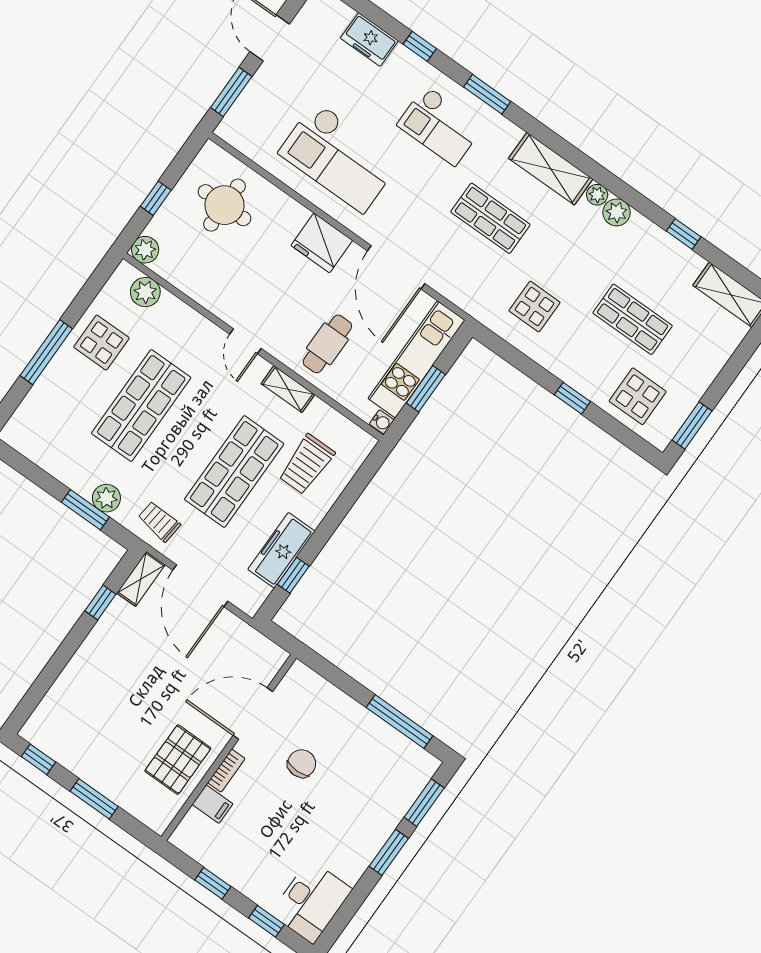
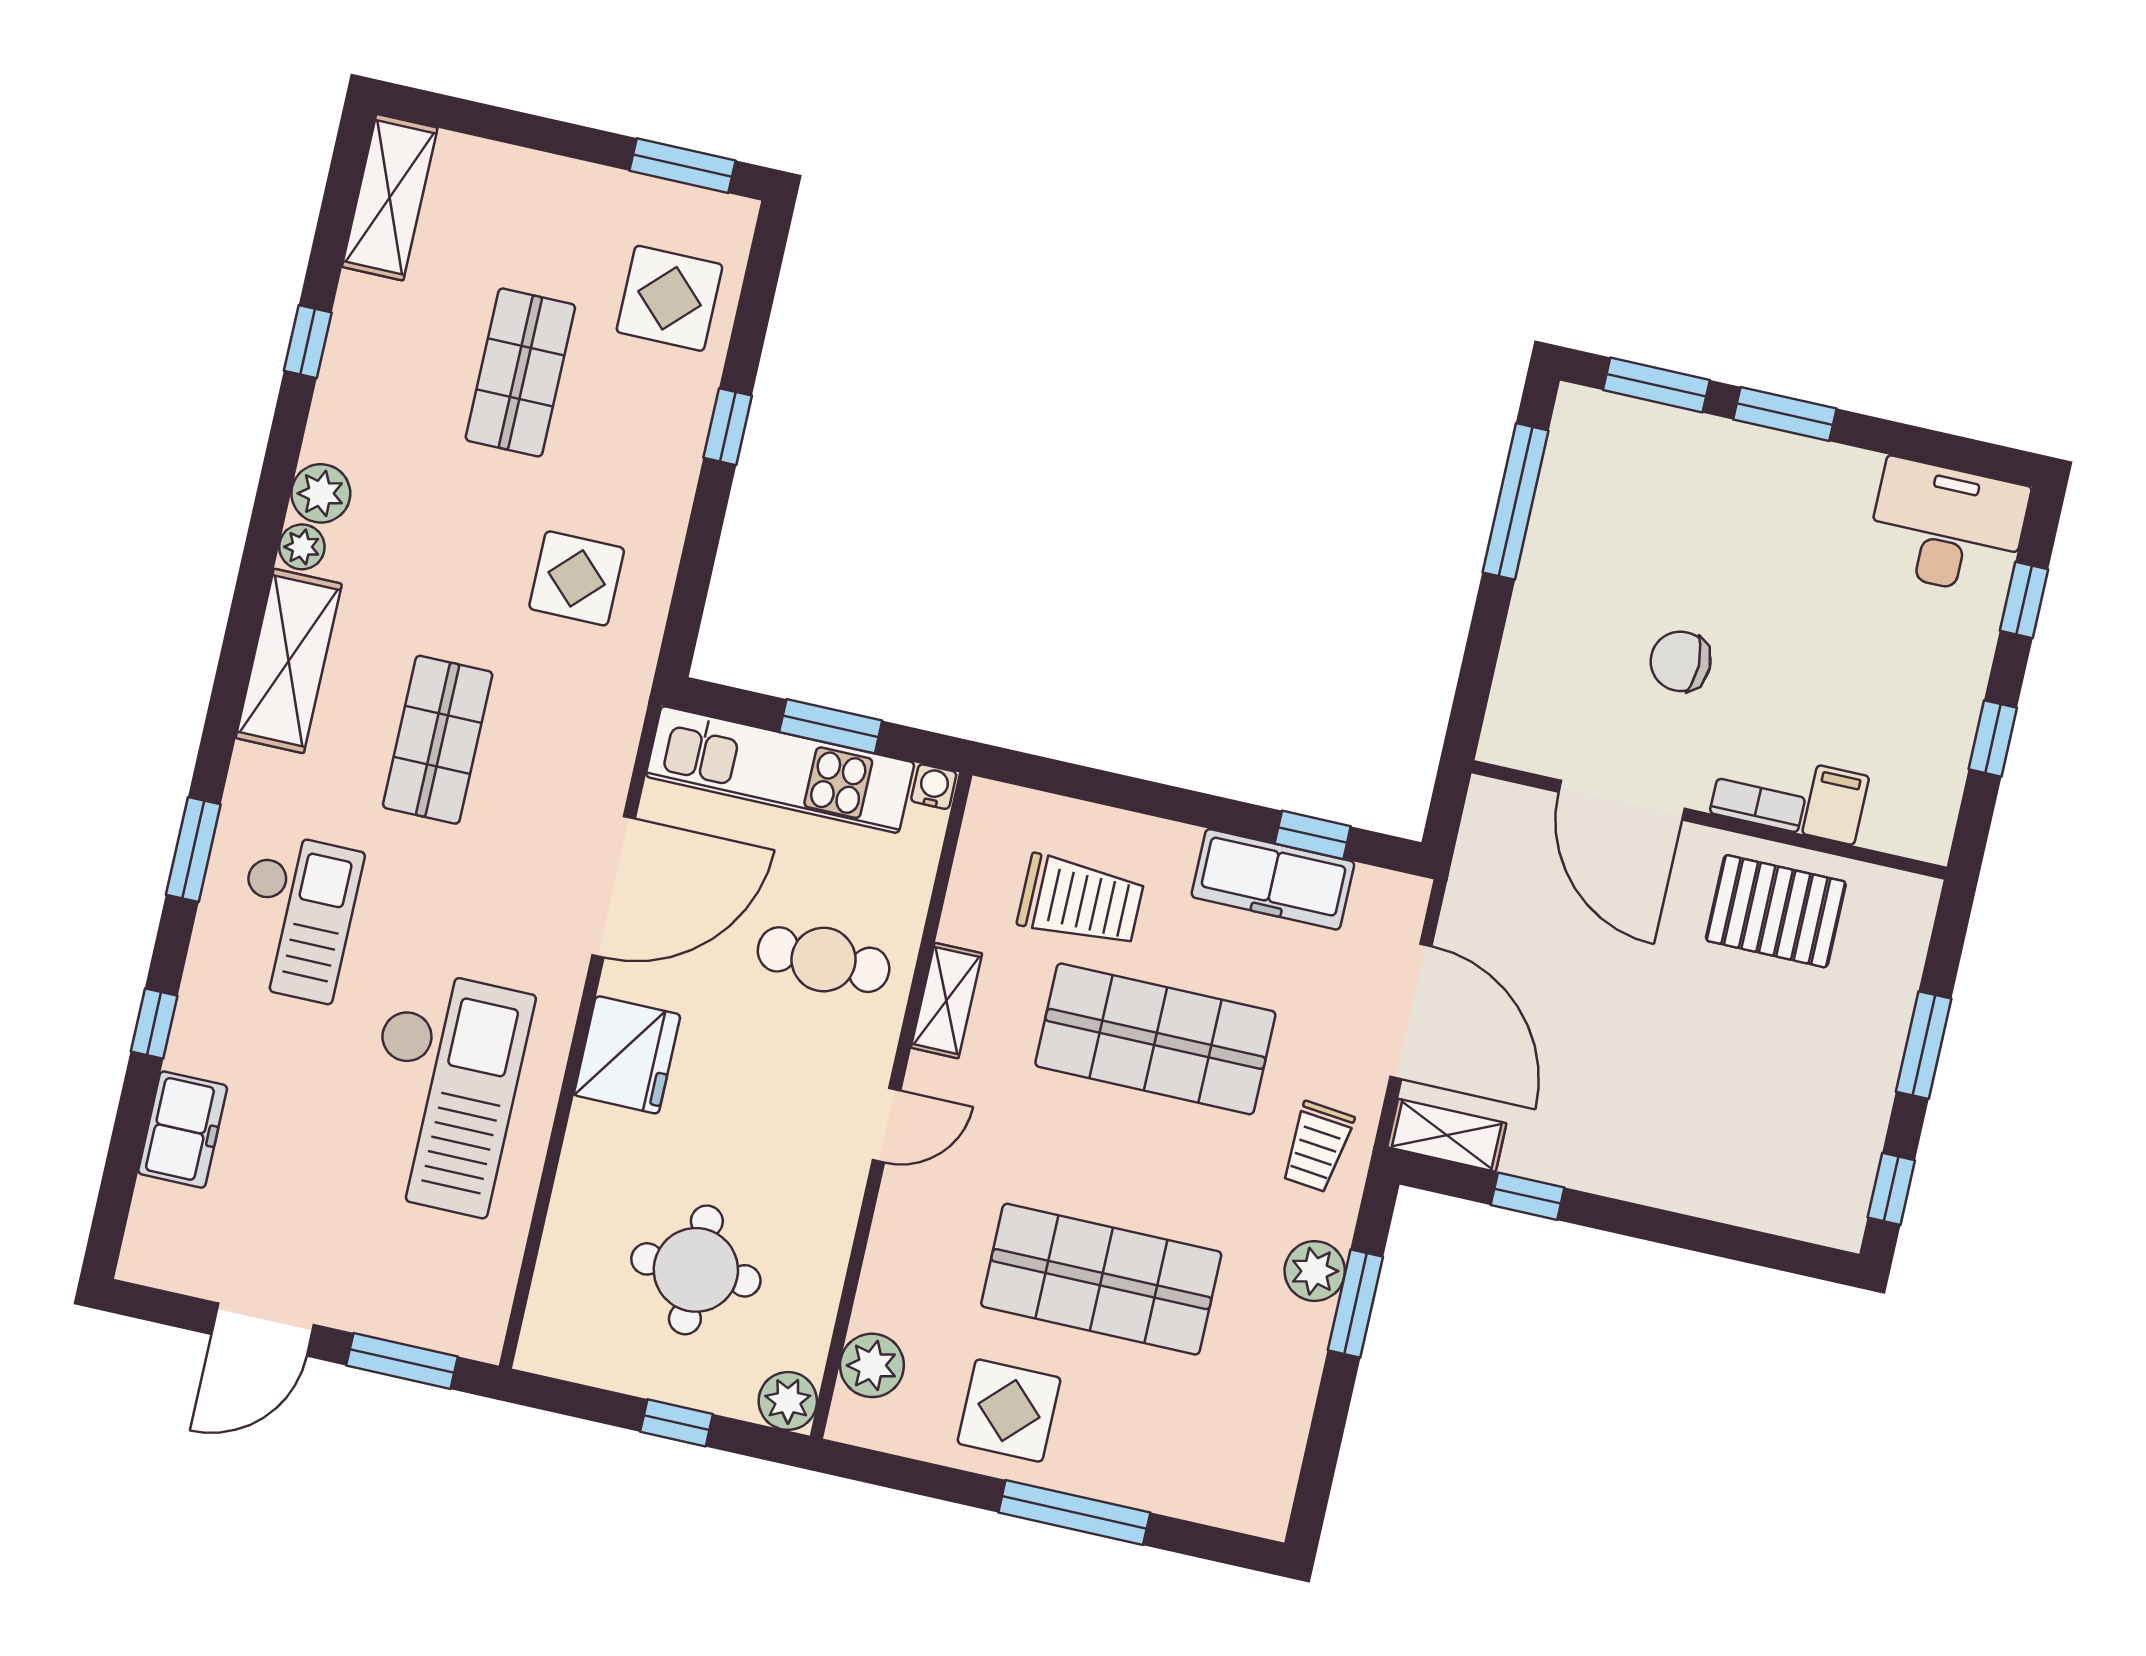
round table: (224, 205) -> (696, 1270), moved
door: (200, 586) -> (1411, 1011), hinge flipped

